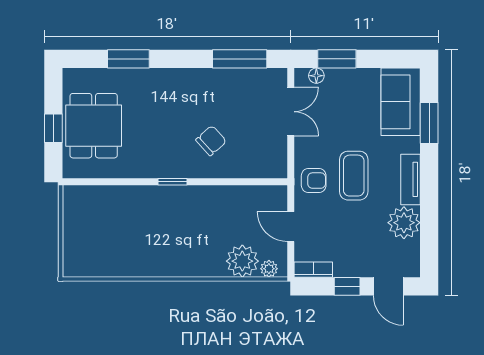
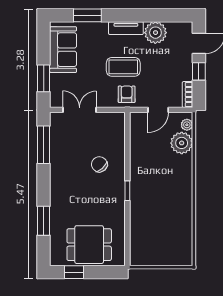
floor lamp: (316, 76) -> (55, 92), removed
sofa: (401, 102) -> (63, 50), moved, turned -90
window: (53, 128) -> (74, 272), moved

